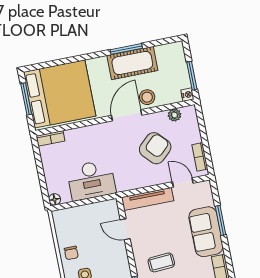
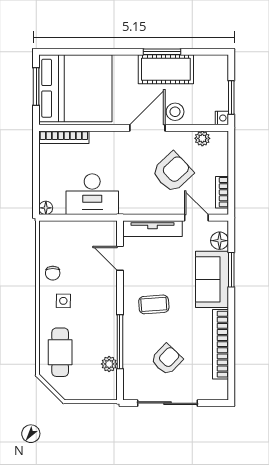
bookcase: (50, 138) -> (64, 137), width x1.56
floor lamp: (206, 198) -> (220, 241), added

